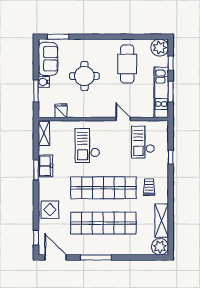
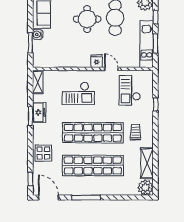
round table: (84, 76) -> (87, 19), moved
fridge: (61, 111) -> (97, 61), moved
checkout: (87, 145) -> (78, 93), turned -90

